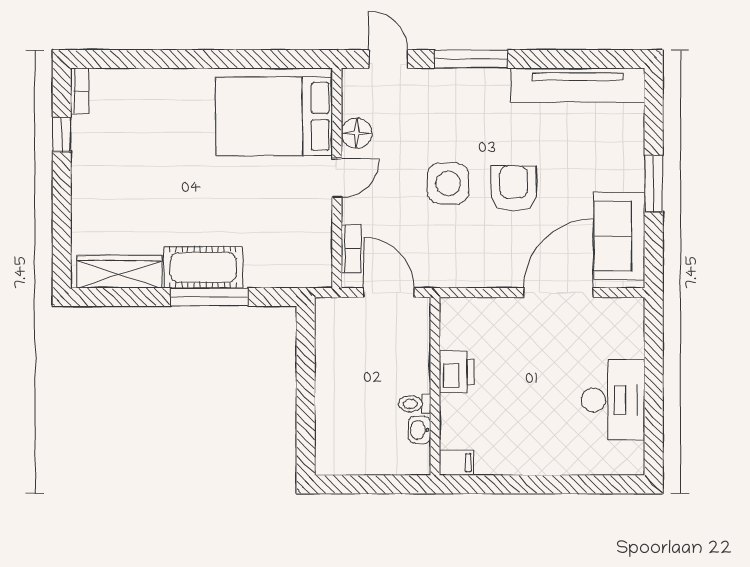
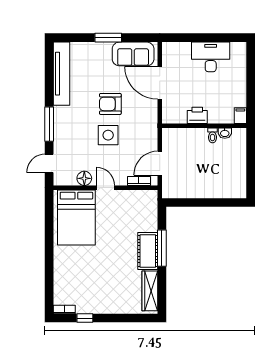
printer: (457, 372) -> (197, 115), moved
wall: (435, 386) -> (204, 126), moved
toilet: (415, 404) -> (213, 135), moved
washbasin: (419, 430) -> (225, 133), moved
filing cabinet: (456, 463) -> (240, 116), moved

